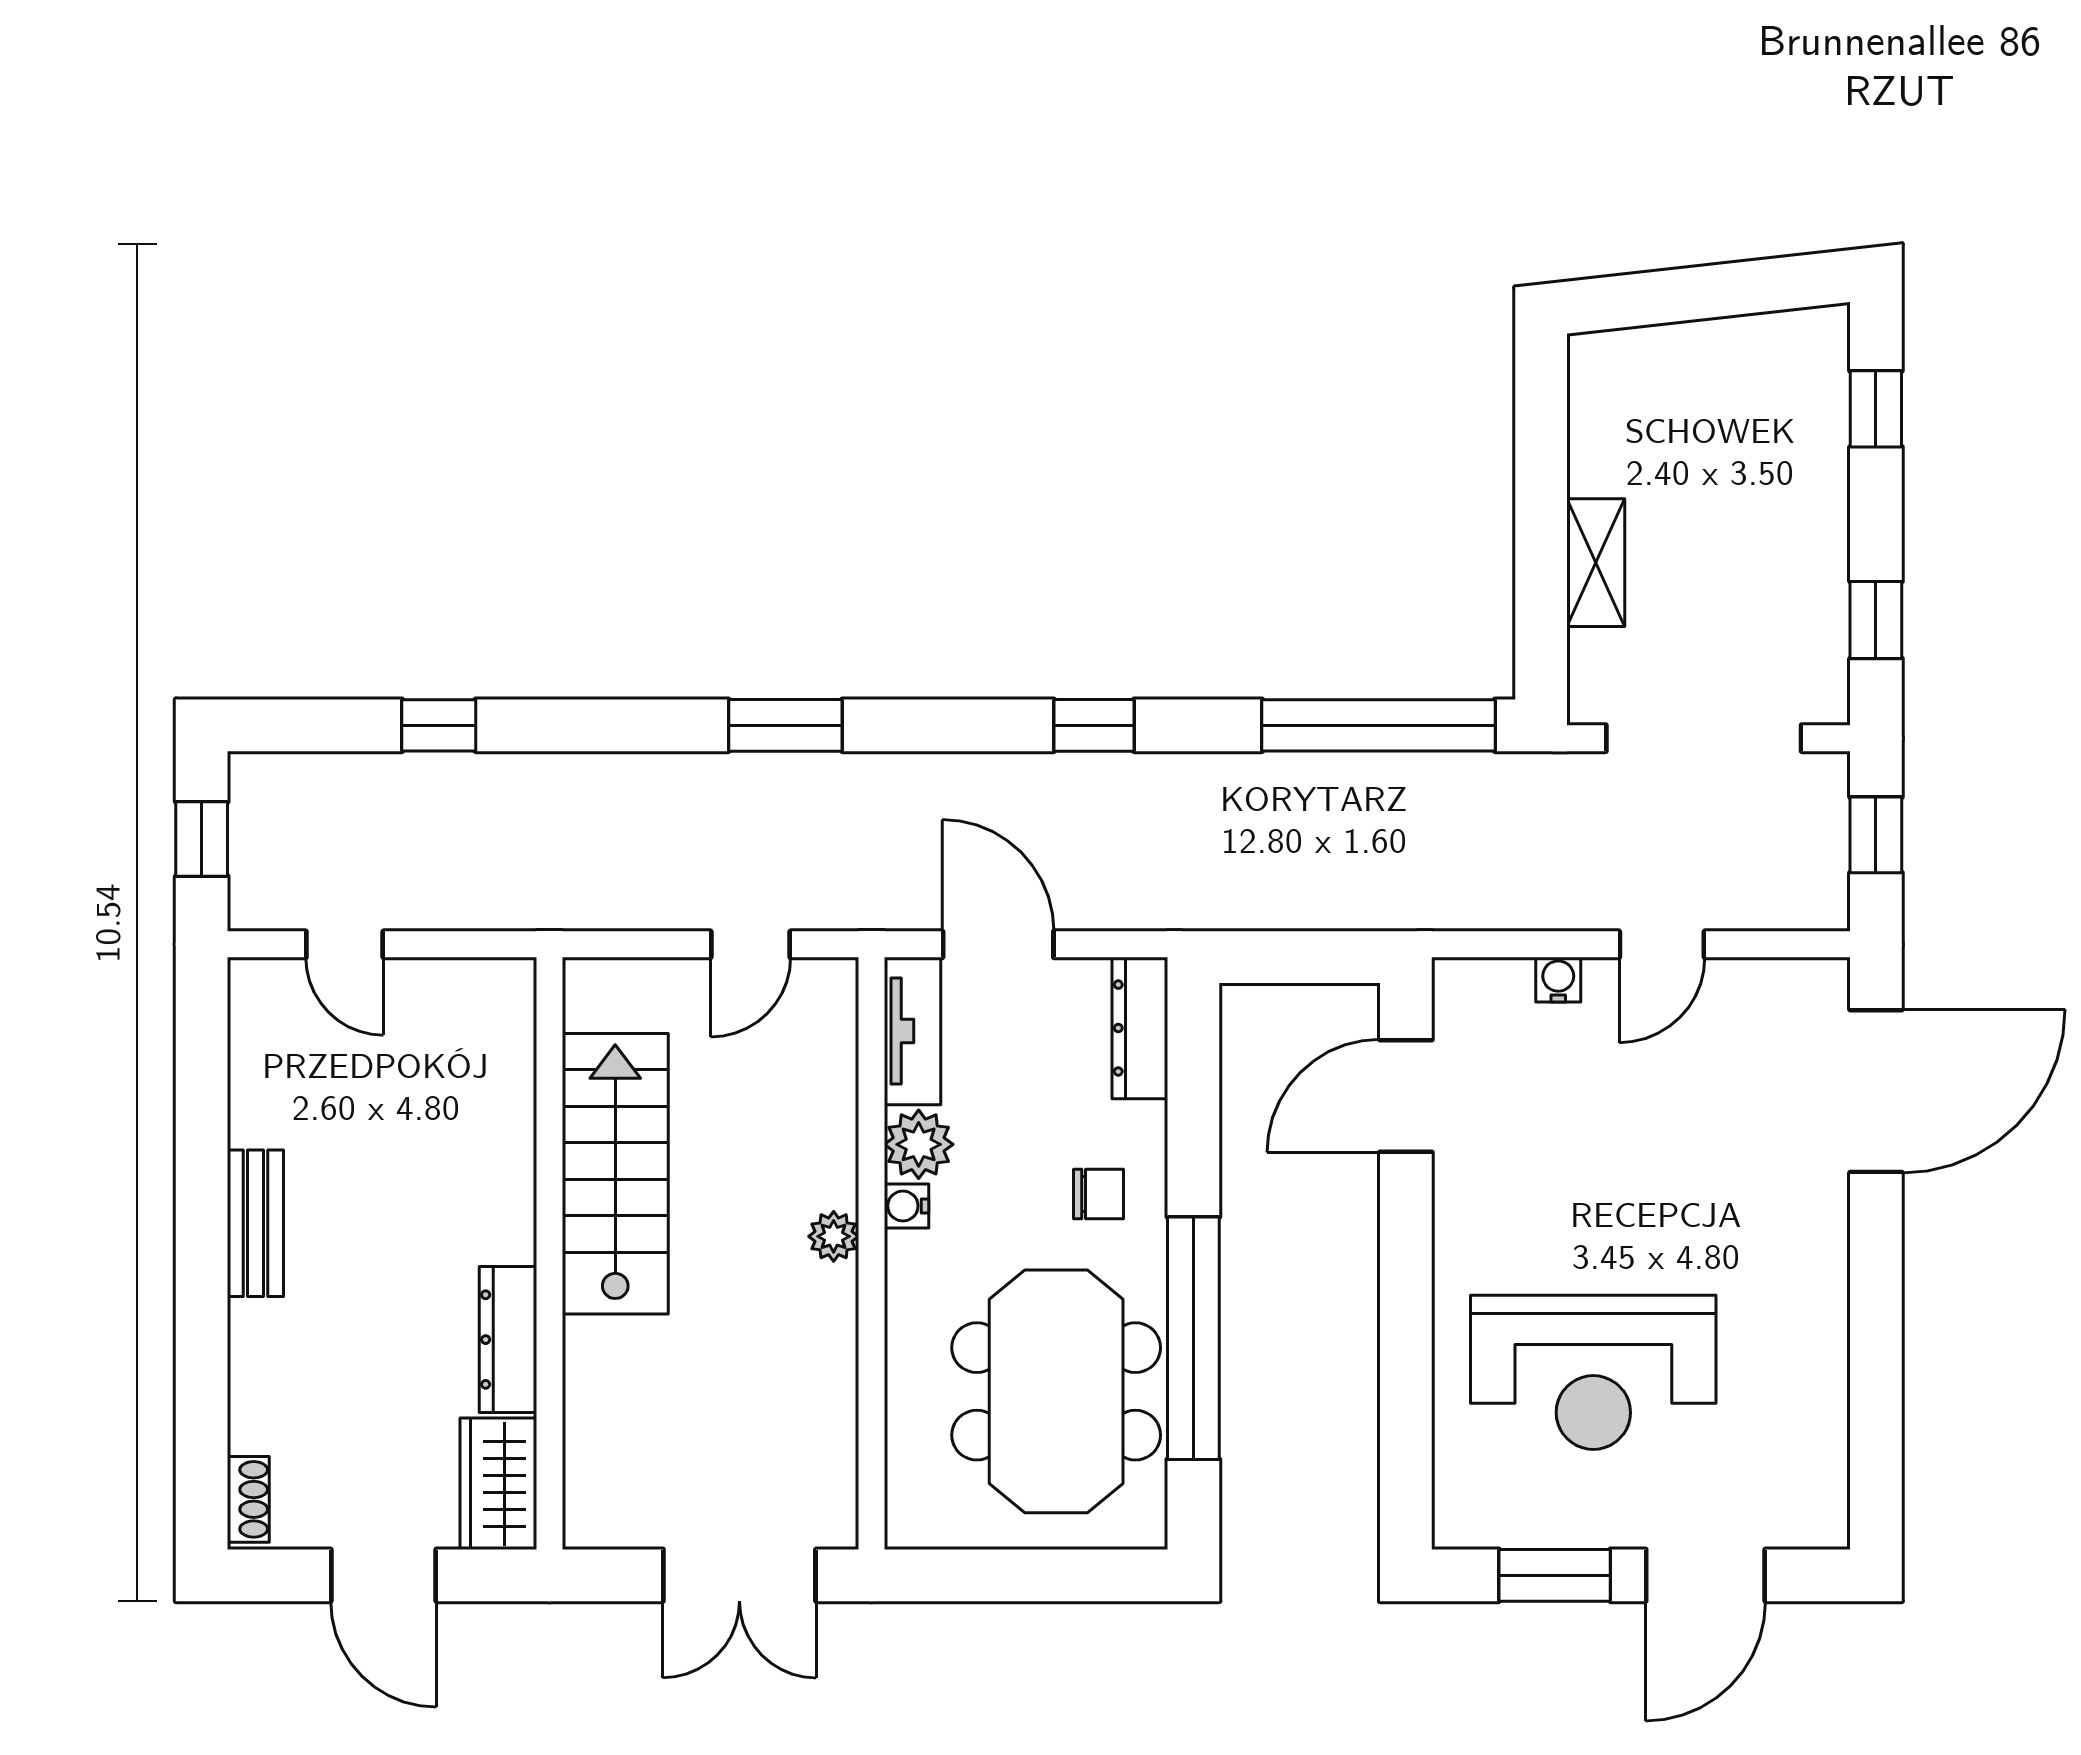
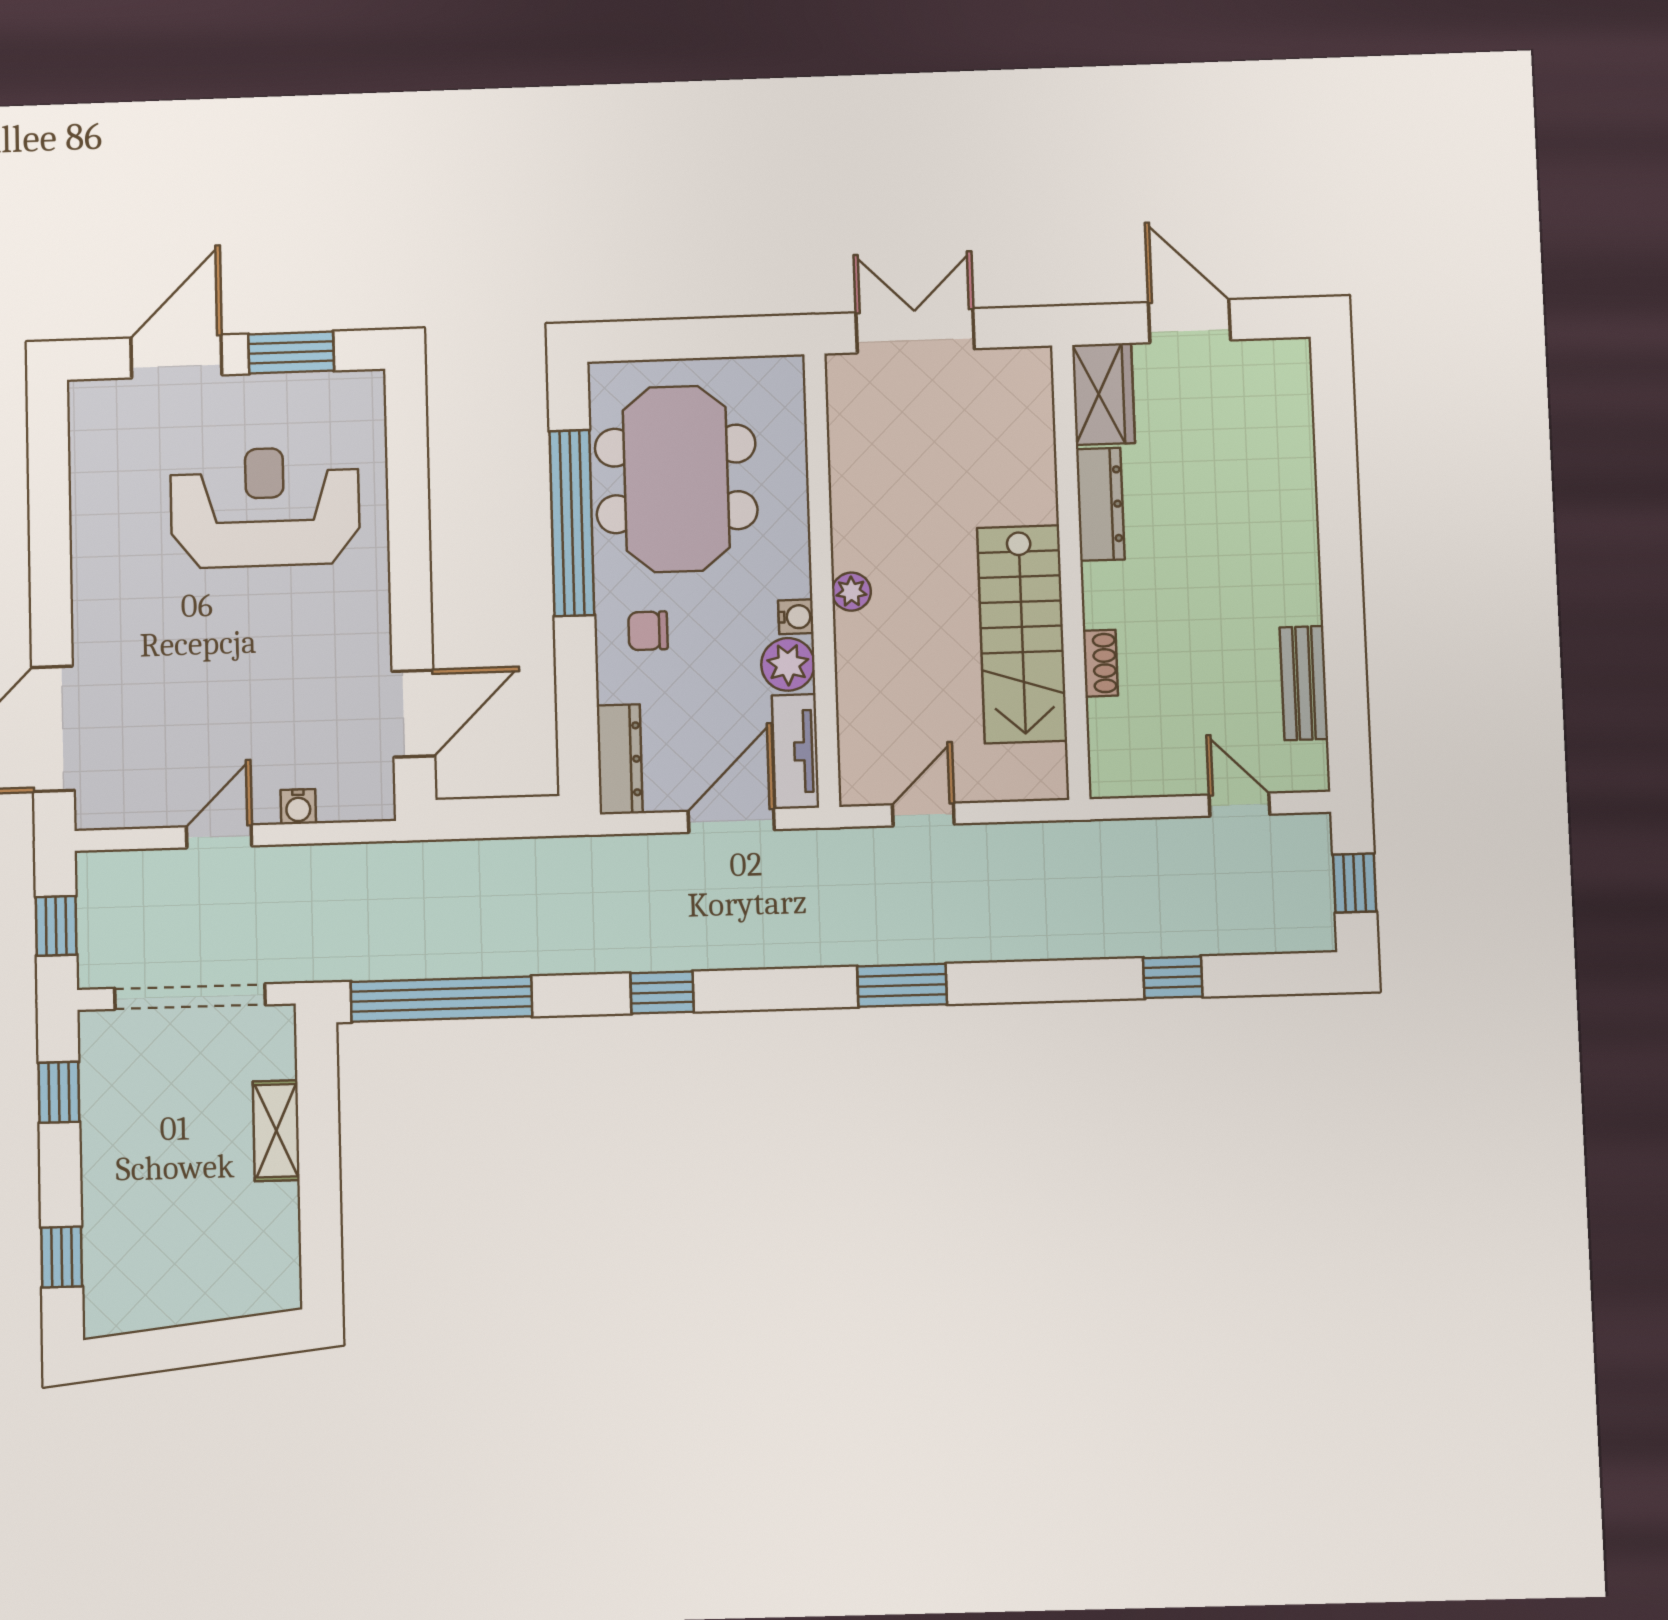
door: (998, 944) -> (731, 820), swing flipped
bench: (255, 1223) -> (1304, 683), moved
shoe rack: (248, 1499) -> (1100, 663), moved, turned 180

